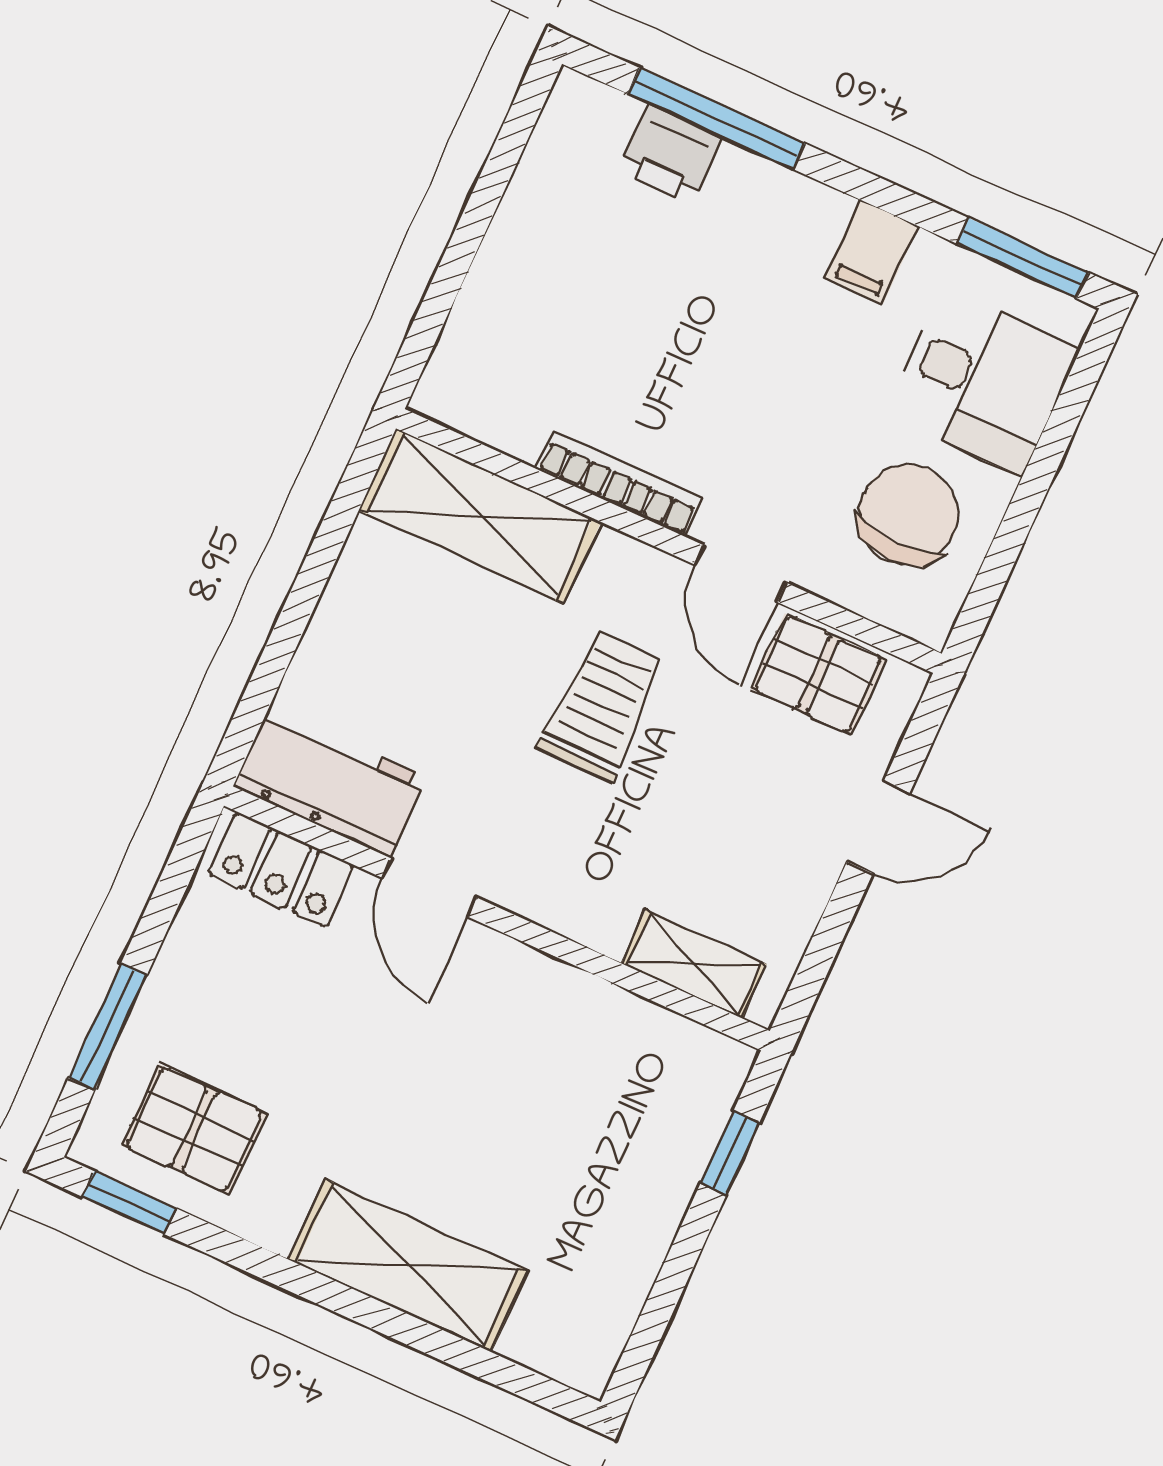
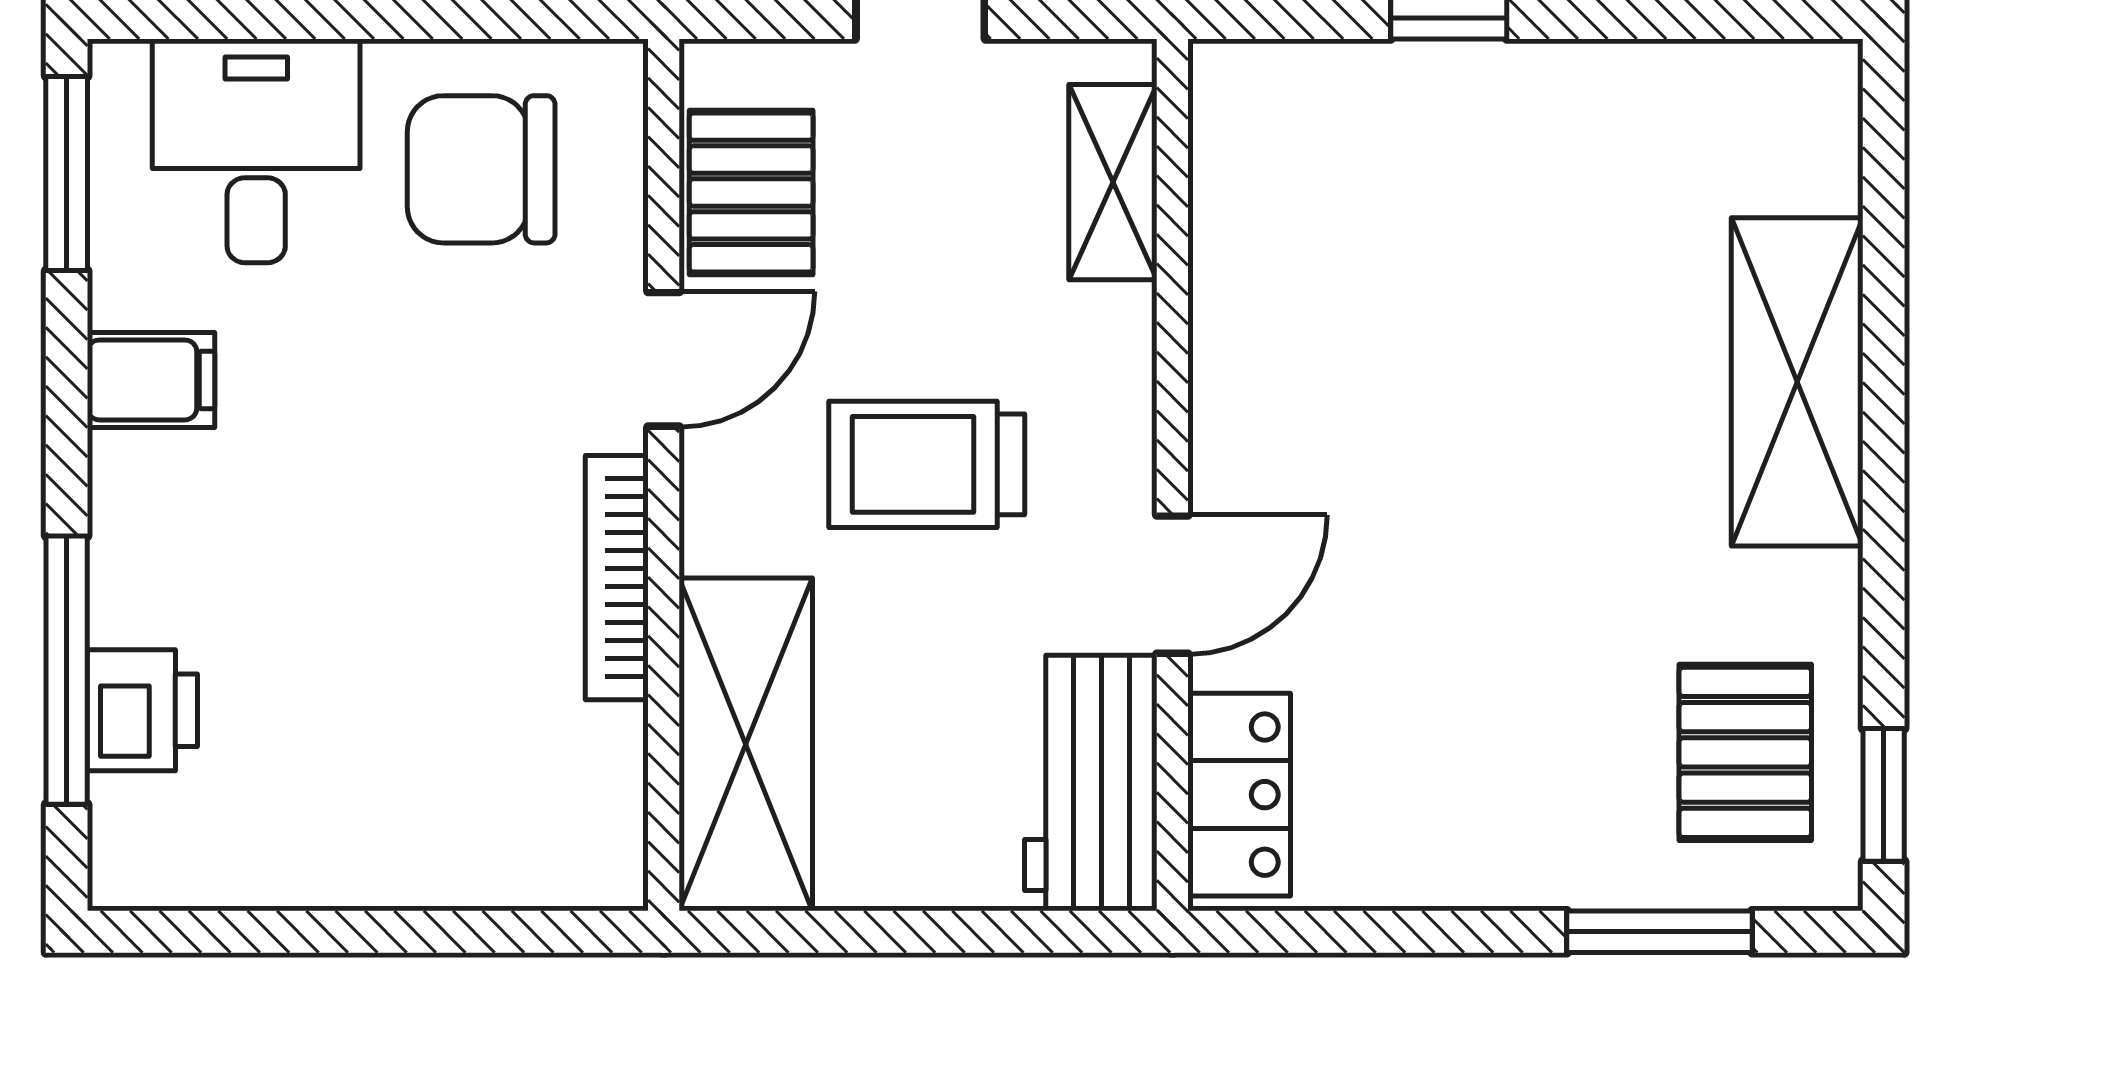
workbench: (330, 782) -> (1091, 783), moved
locker: (281, 870) -> (1239, 795), moved
door: (429, 888) -> (1172, 585), moved
wall: (497, 918) -> (1172, 475), moved
shelving: (694, 964) -> (1113, 182), moved

